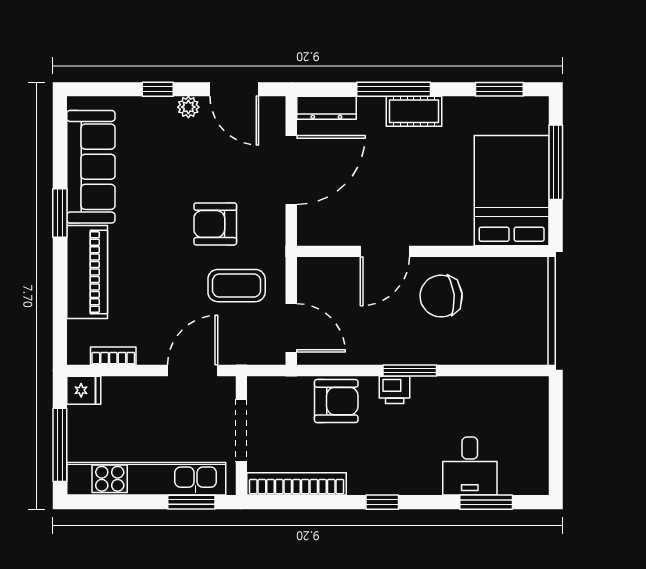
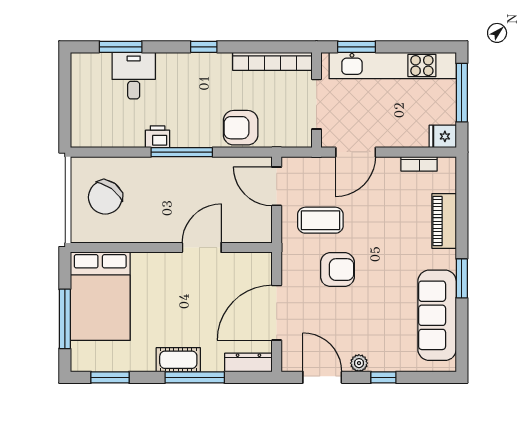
piano: (87, 272) -> (444, 221), width x0.73, depth x0.75
chair: (441, 296) -> (105, 197), moved, turned 132
window: (410, 371) -> (182, 152), width x1.44
printer: (395, 390) -> (158, 137), moved

